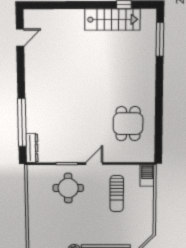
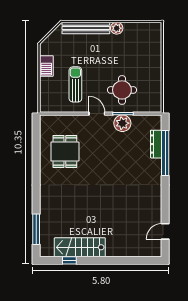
dresser: (32, 148) -> (156, 144), moved
plant: (67, 154) -> (122, 123), added
door: (94, 164) -> (97, 114), swing flipped
barbecue: (147, 176) -> (46, 66), moved

